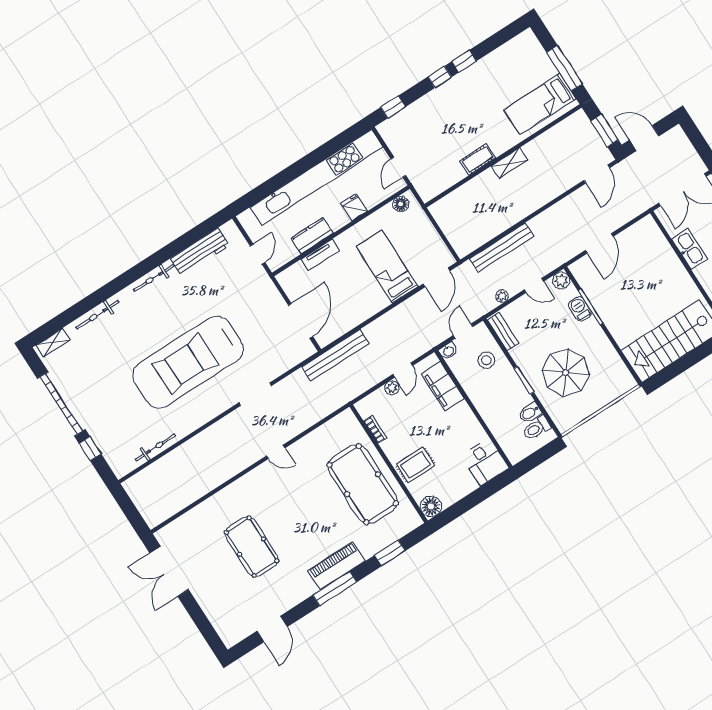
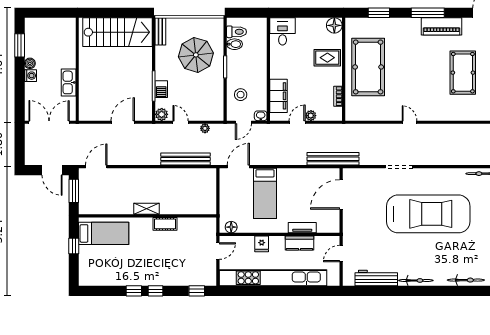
window: (564, 68) -> (74, 246), width x0.46
bench: (503, 332) -> (160, 31), moved
piano: (336, 566) -> (442, 26), moved

